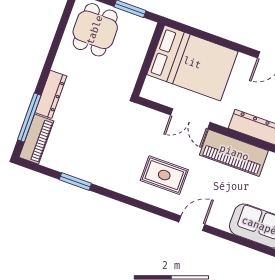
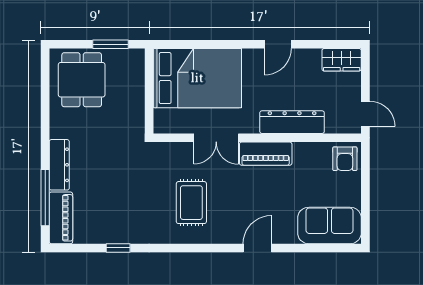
piano: (234, 153) -> (266, 154), width x0.73, depth x0.75
rug: (164, 175) -> (191, 203), moved, turned 90
window: (75, 182) -> (118, 248), width x0.67

